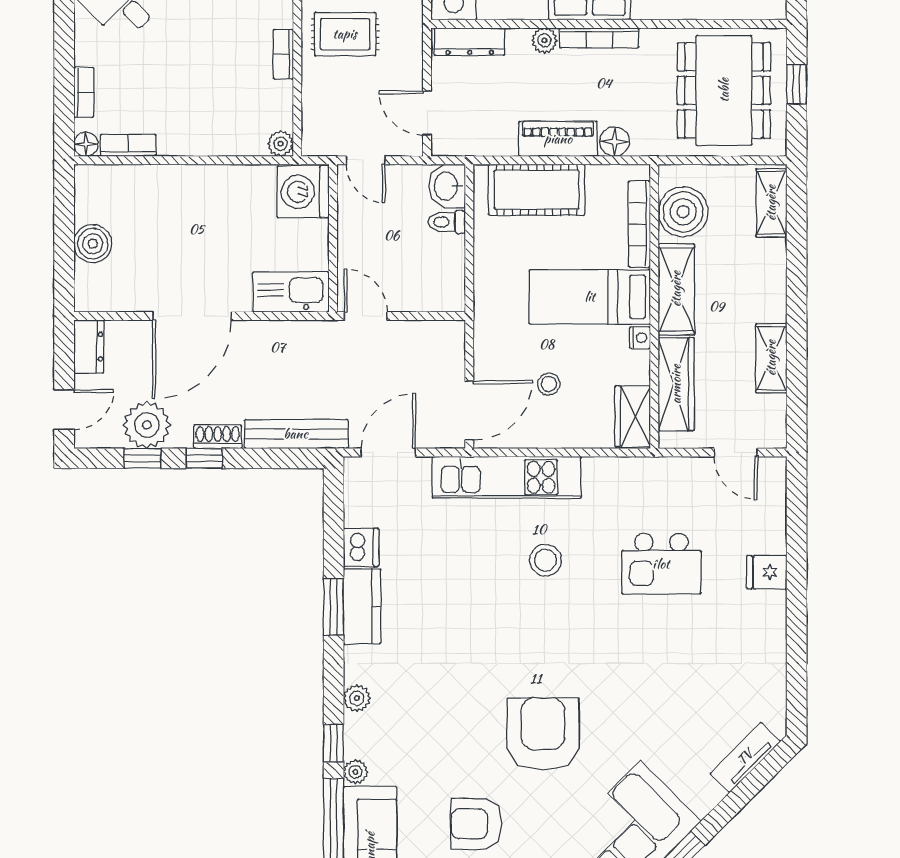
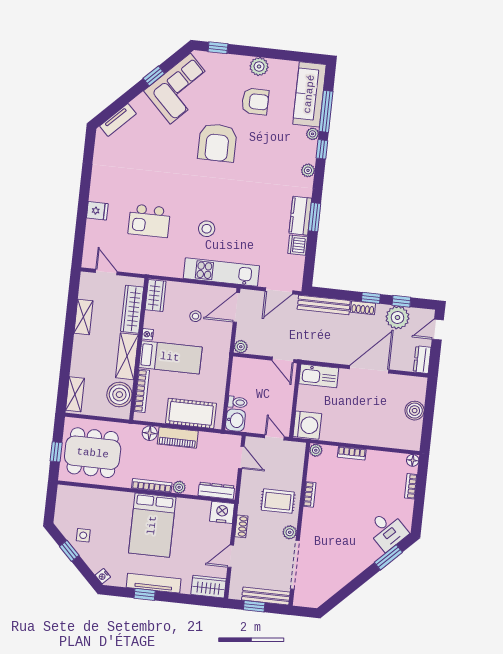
dining table: (724, 90) -> (93, 453), turned 90
bookcase: (128, 145) -> (352, 453), moved
plant: (452, 333) -> (241, 347), added
kitchen island: (661, 564) -> (149, 221), turned 180

